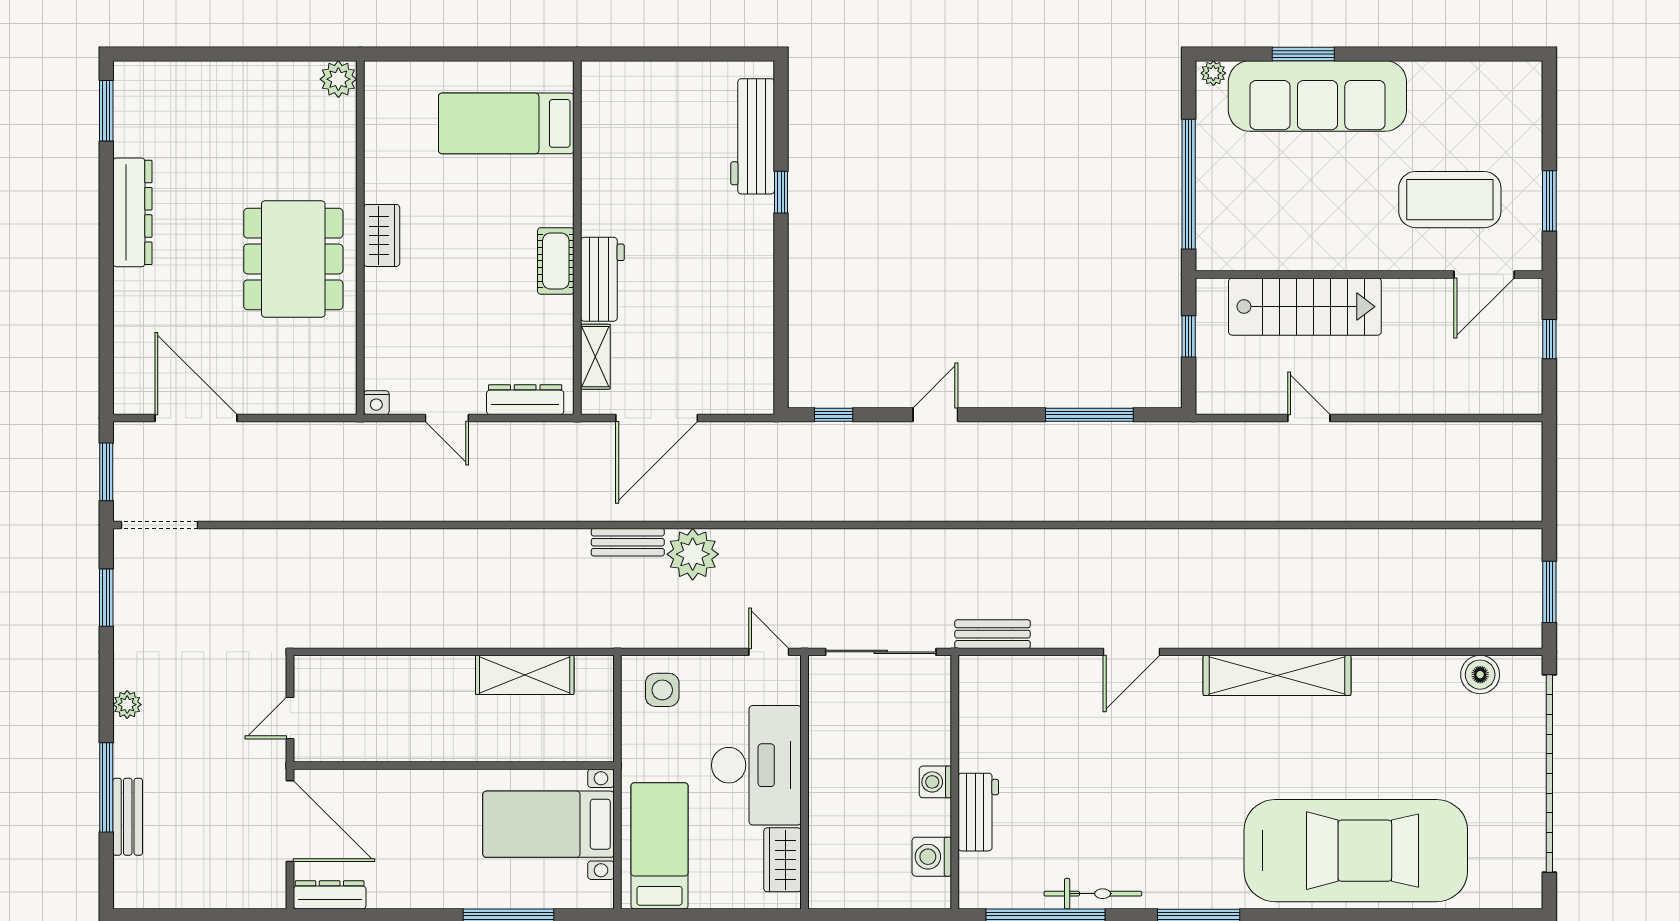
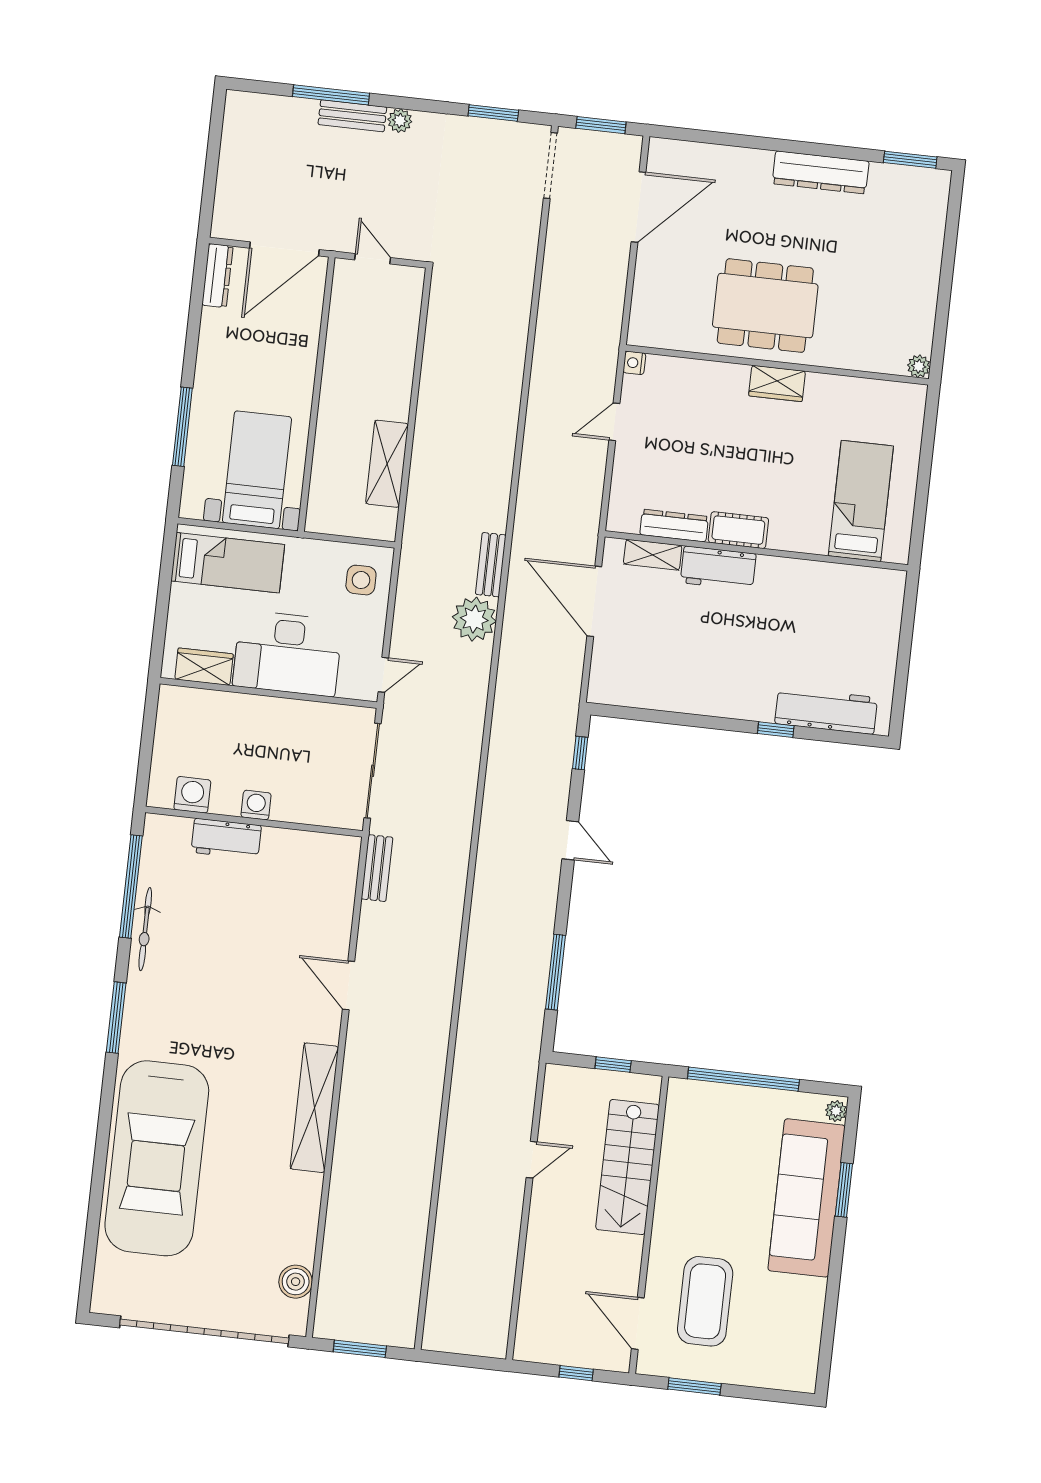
plant: (338, 79) -> (919, 366), width x0.73, depth x0.73
dresser: (525, 400) -> (674, 526), moved, turned -90
bench: (128, 817) -> (352, 116), moved

